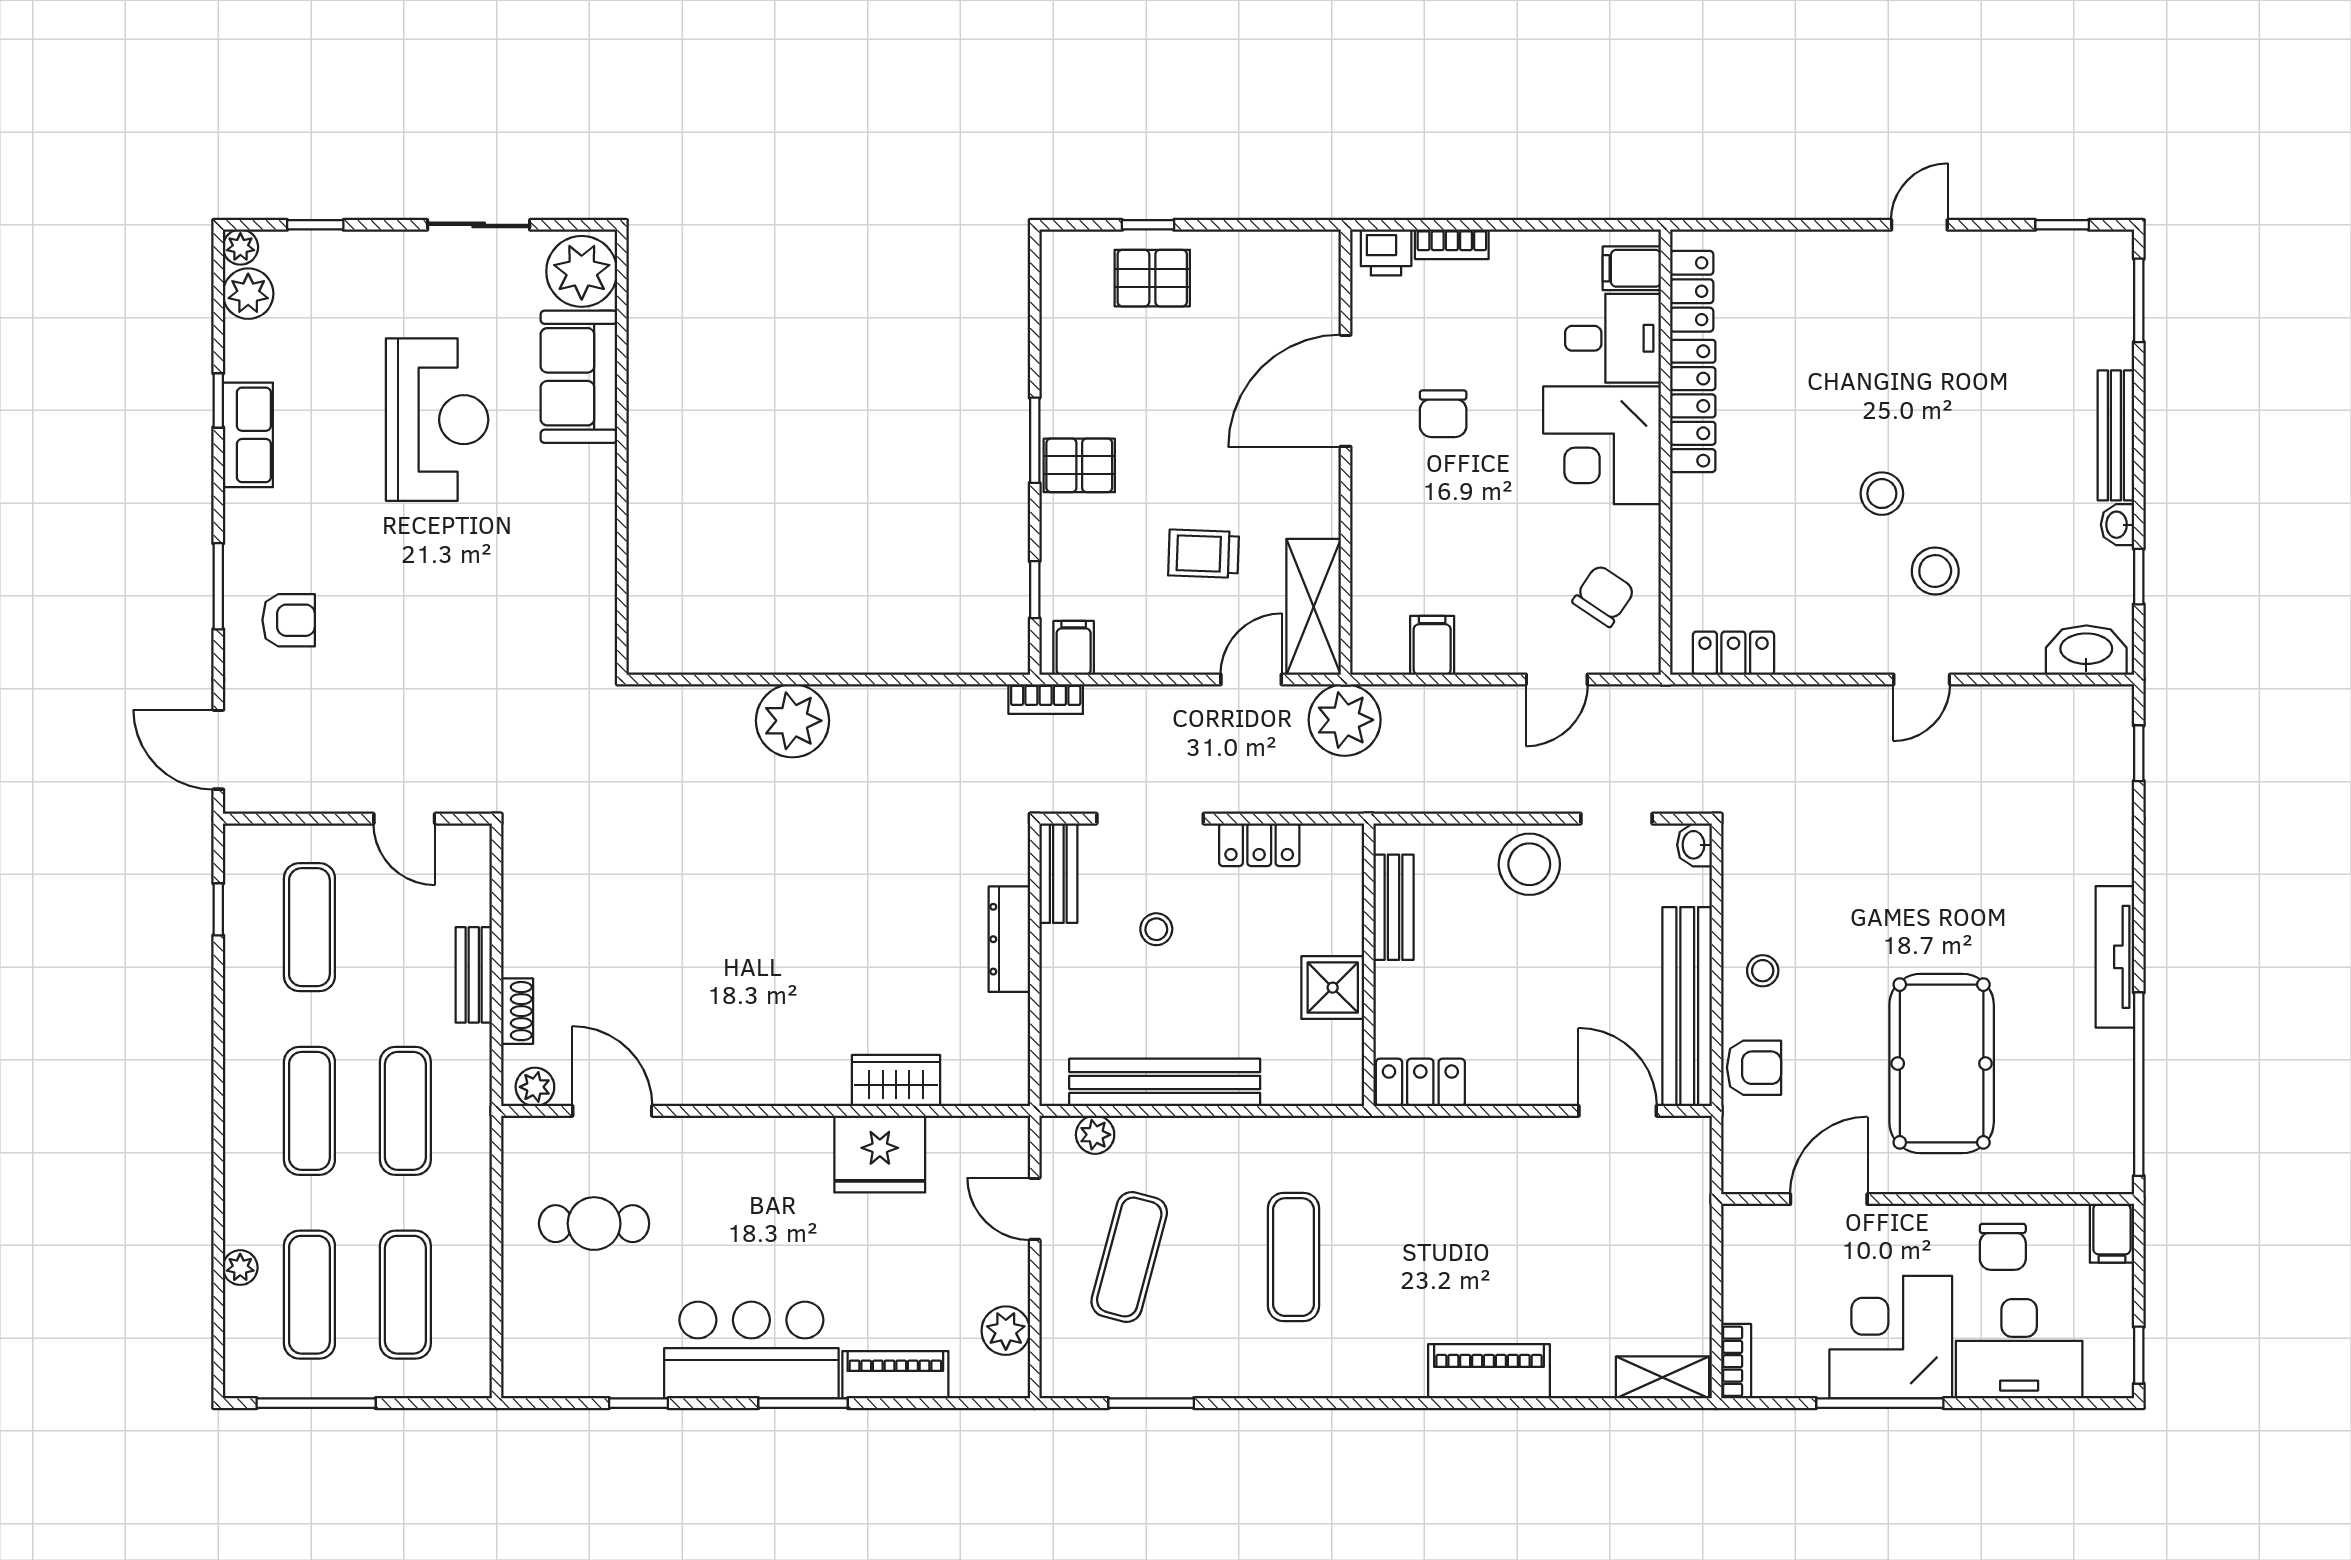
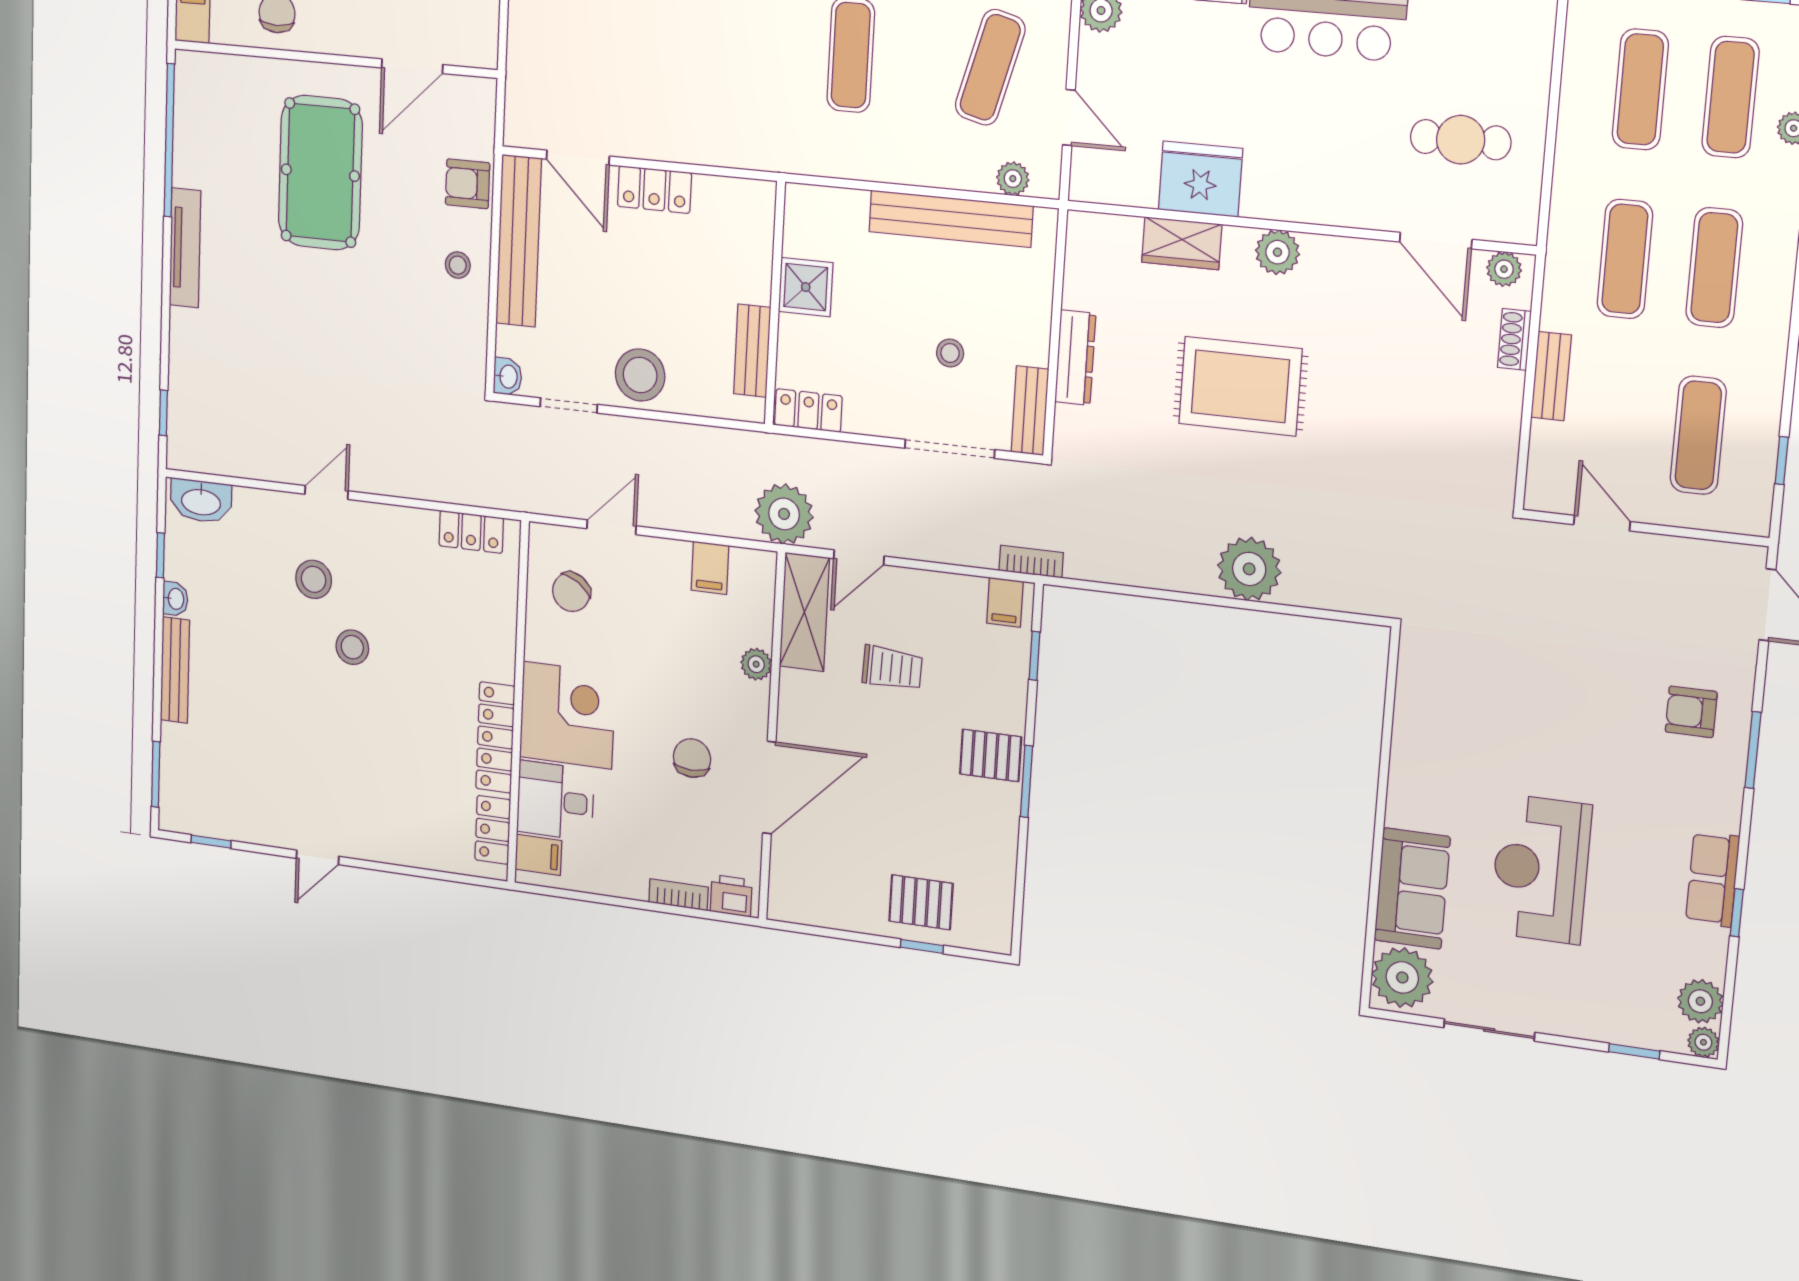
plant: (1369, 537) -> (756, 664), added
locker: (1259, 845) -> (808, 410), moved
rug: (818, 927) -> (1240, 386), added
plant: (787, 1081) -> (1277, 252), added
locker: (1420, 1082) -> (654, 190), moved

